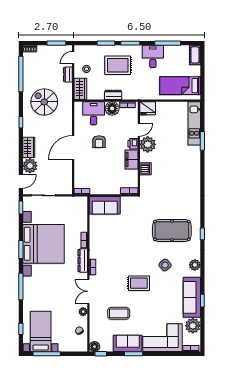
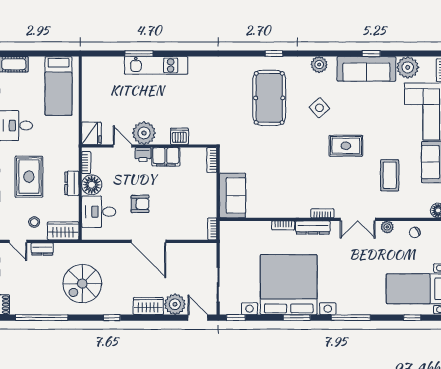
kitchen unit: (194, 123) -> (156, 65), moved
rug: (139, 283) -> (346, 146), turned 90

